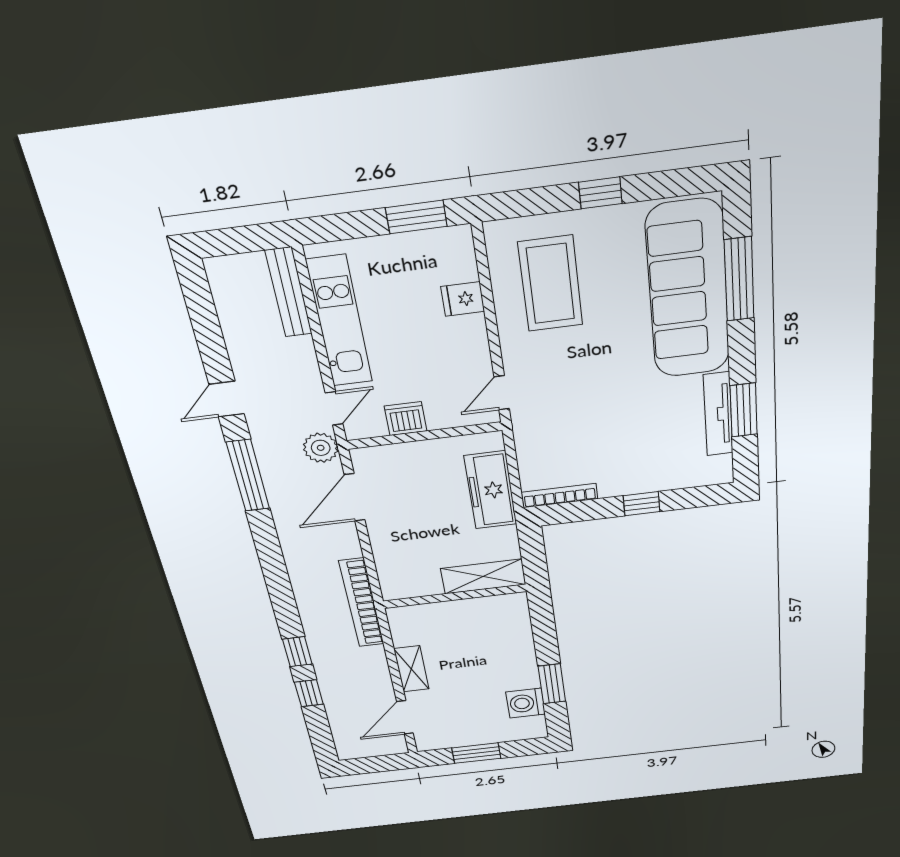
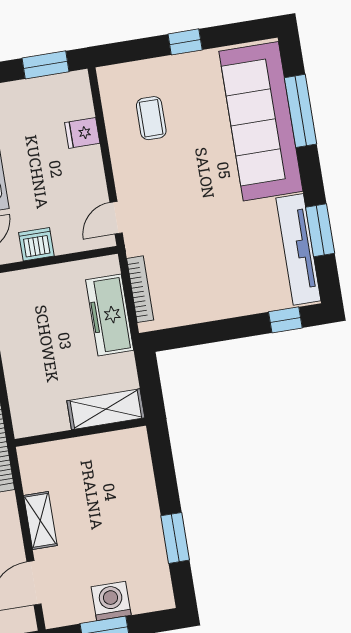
coffee table: (550, 284) -> (151, 118), width x0.54, depth x0.58
tv unit: (718, 414) -> (298, 249), width x1.36, depth x1.29
bookcase: (560, 496) -> (140, 289), moved, turned 90
window: (641, 504) -> (285, 320), moved
washing machine: (526, 703) -> (111, 601), moved, turned 90

